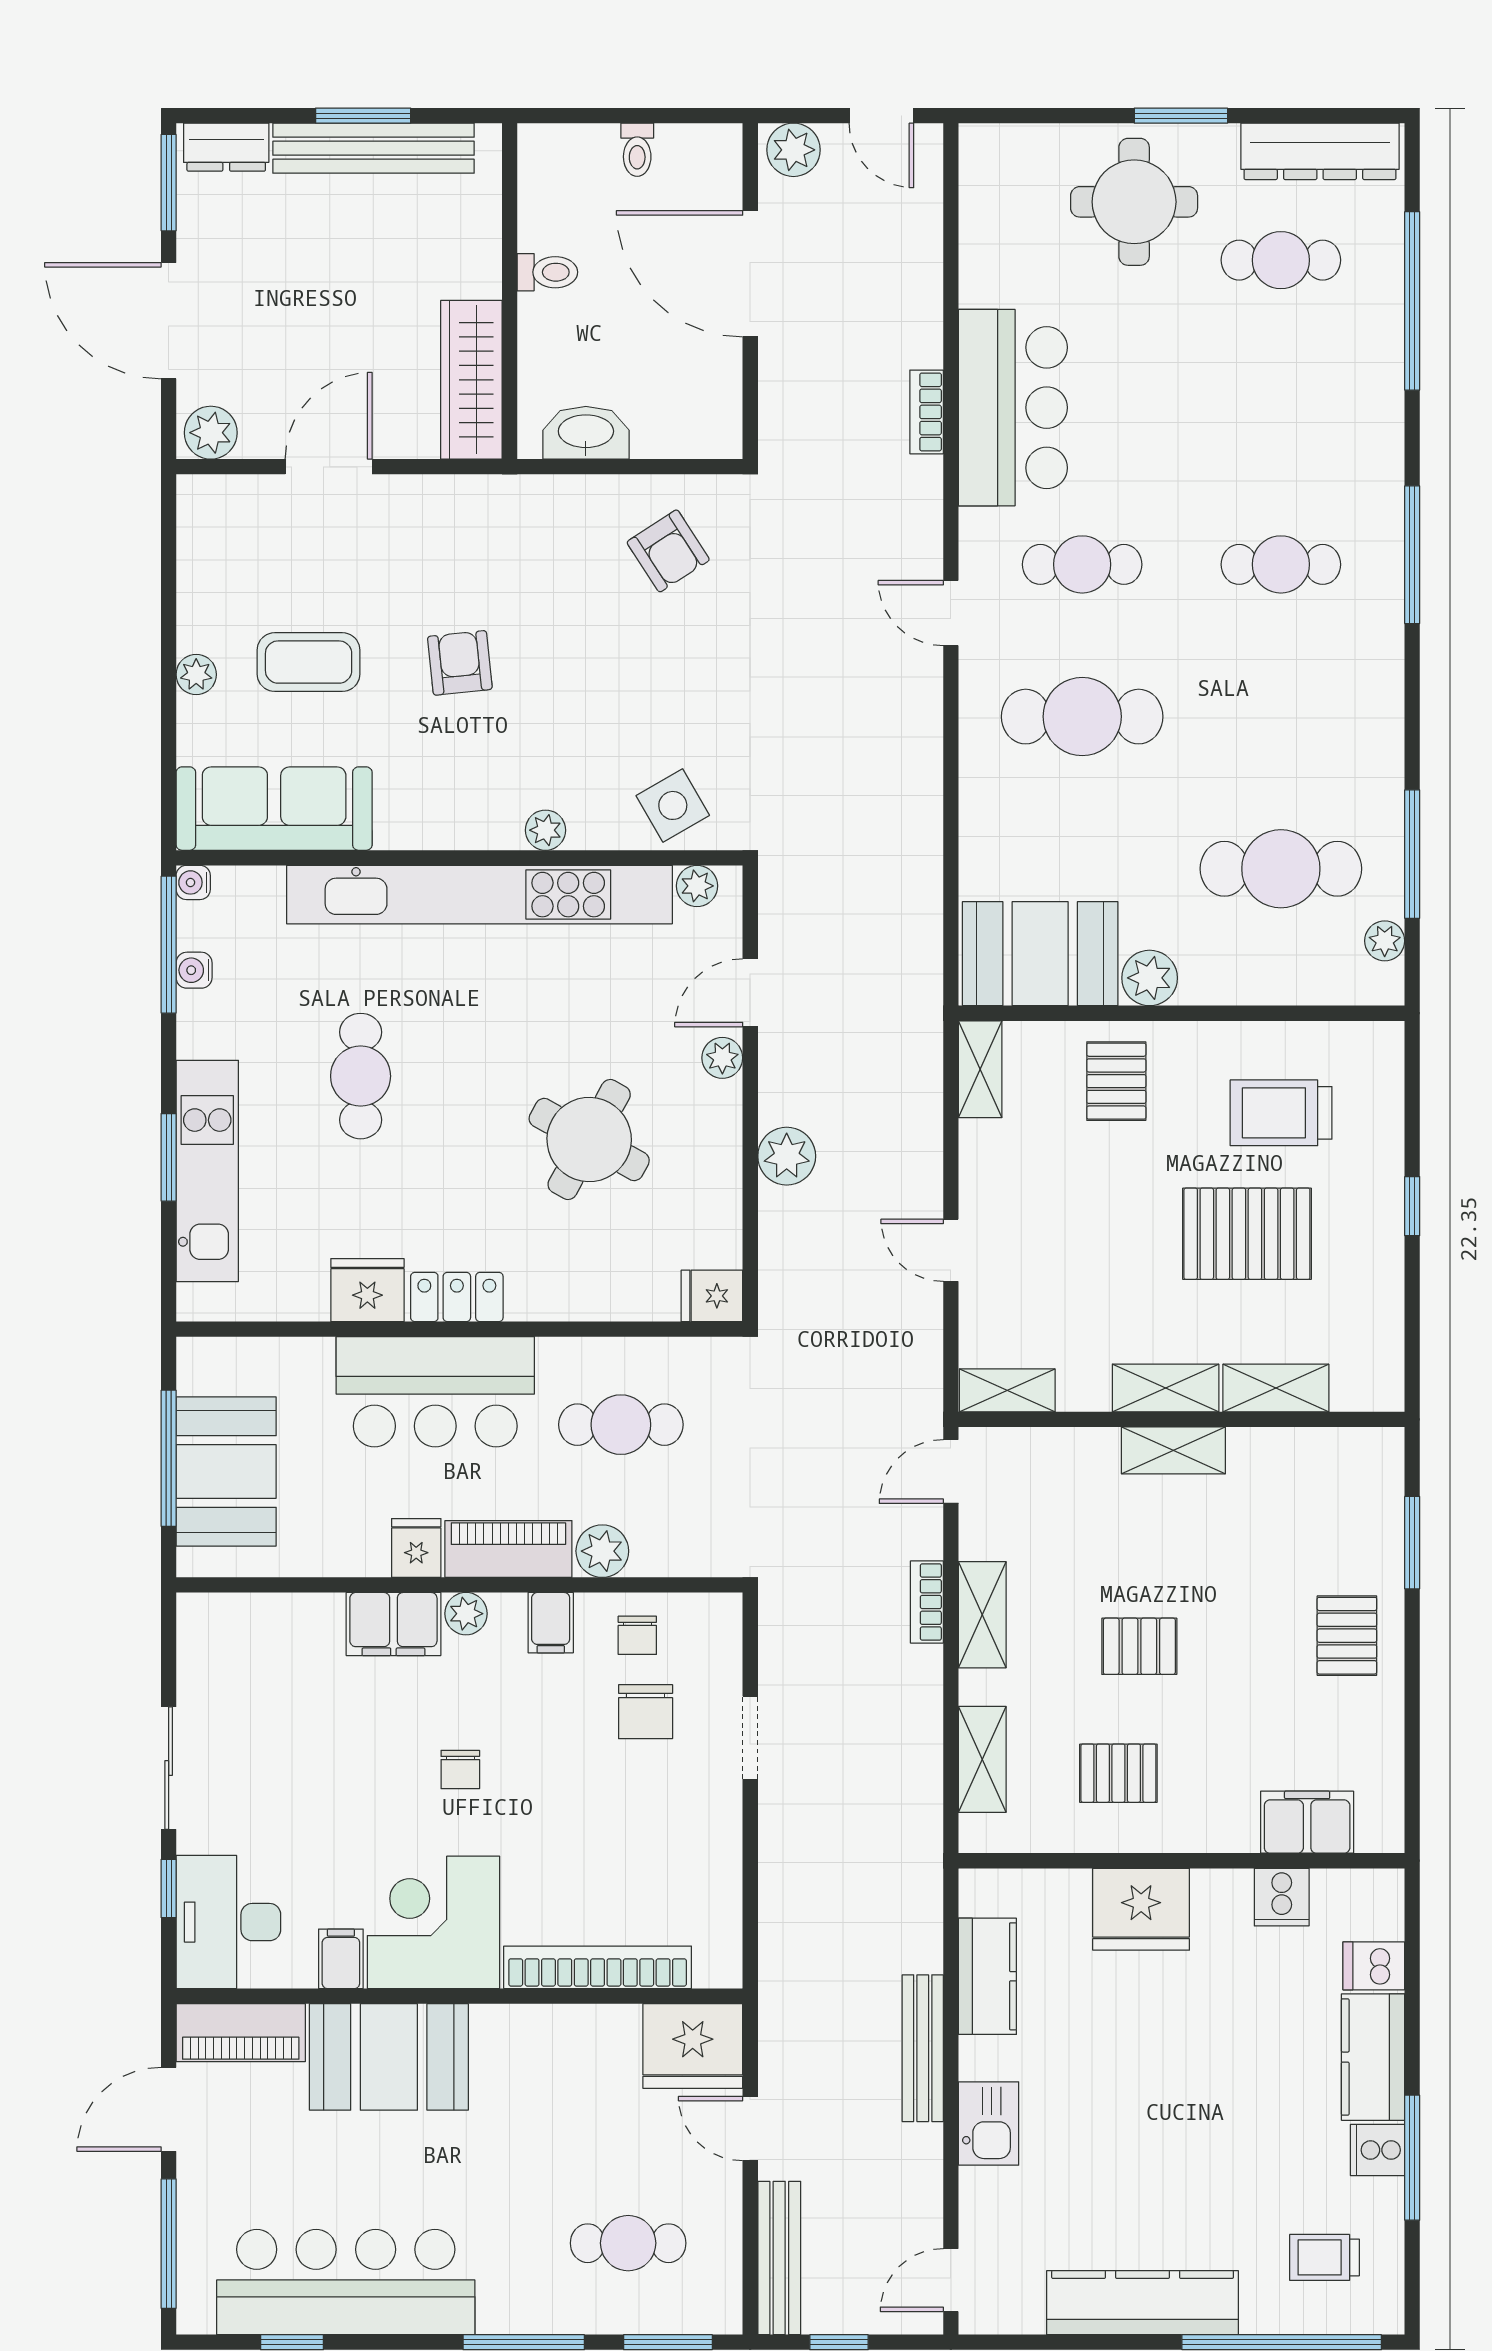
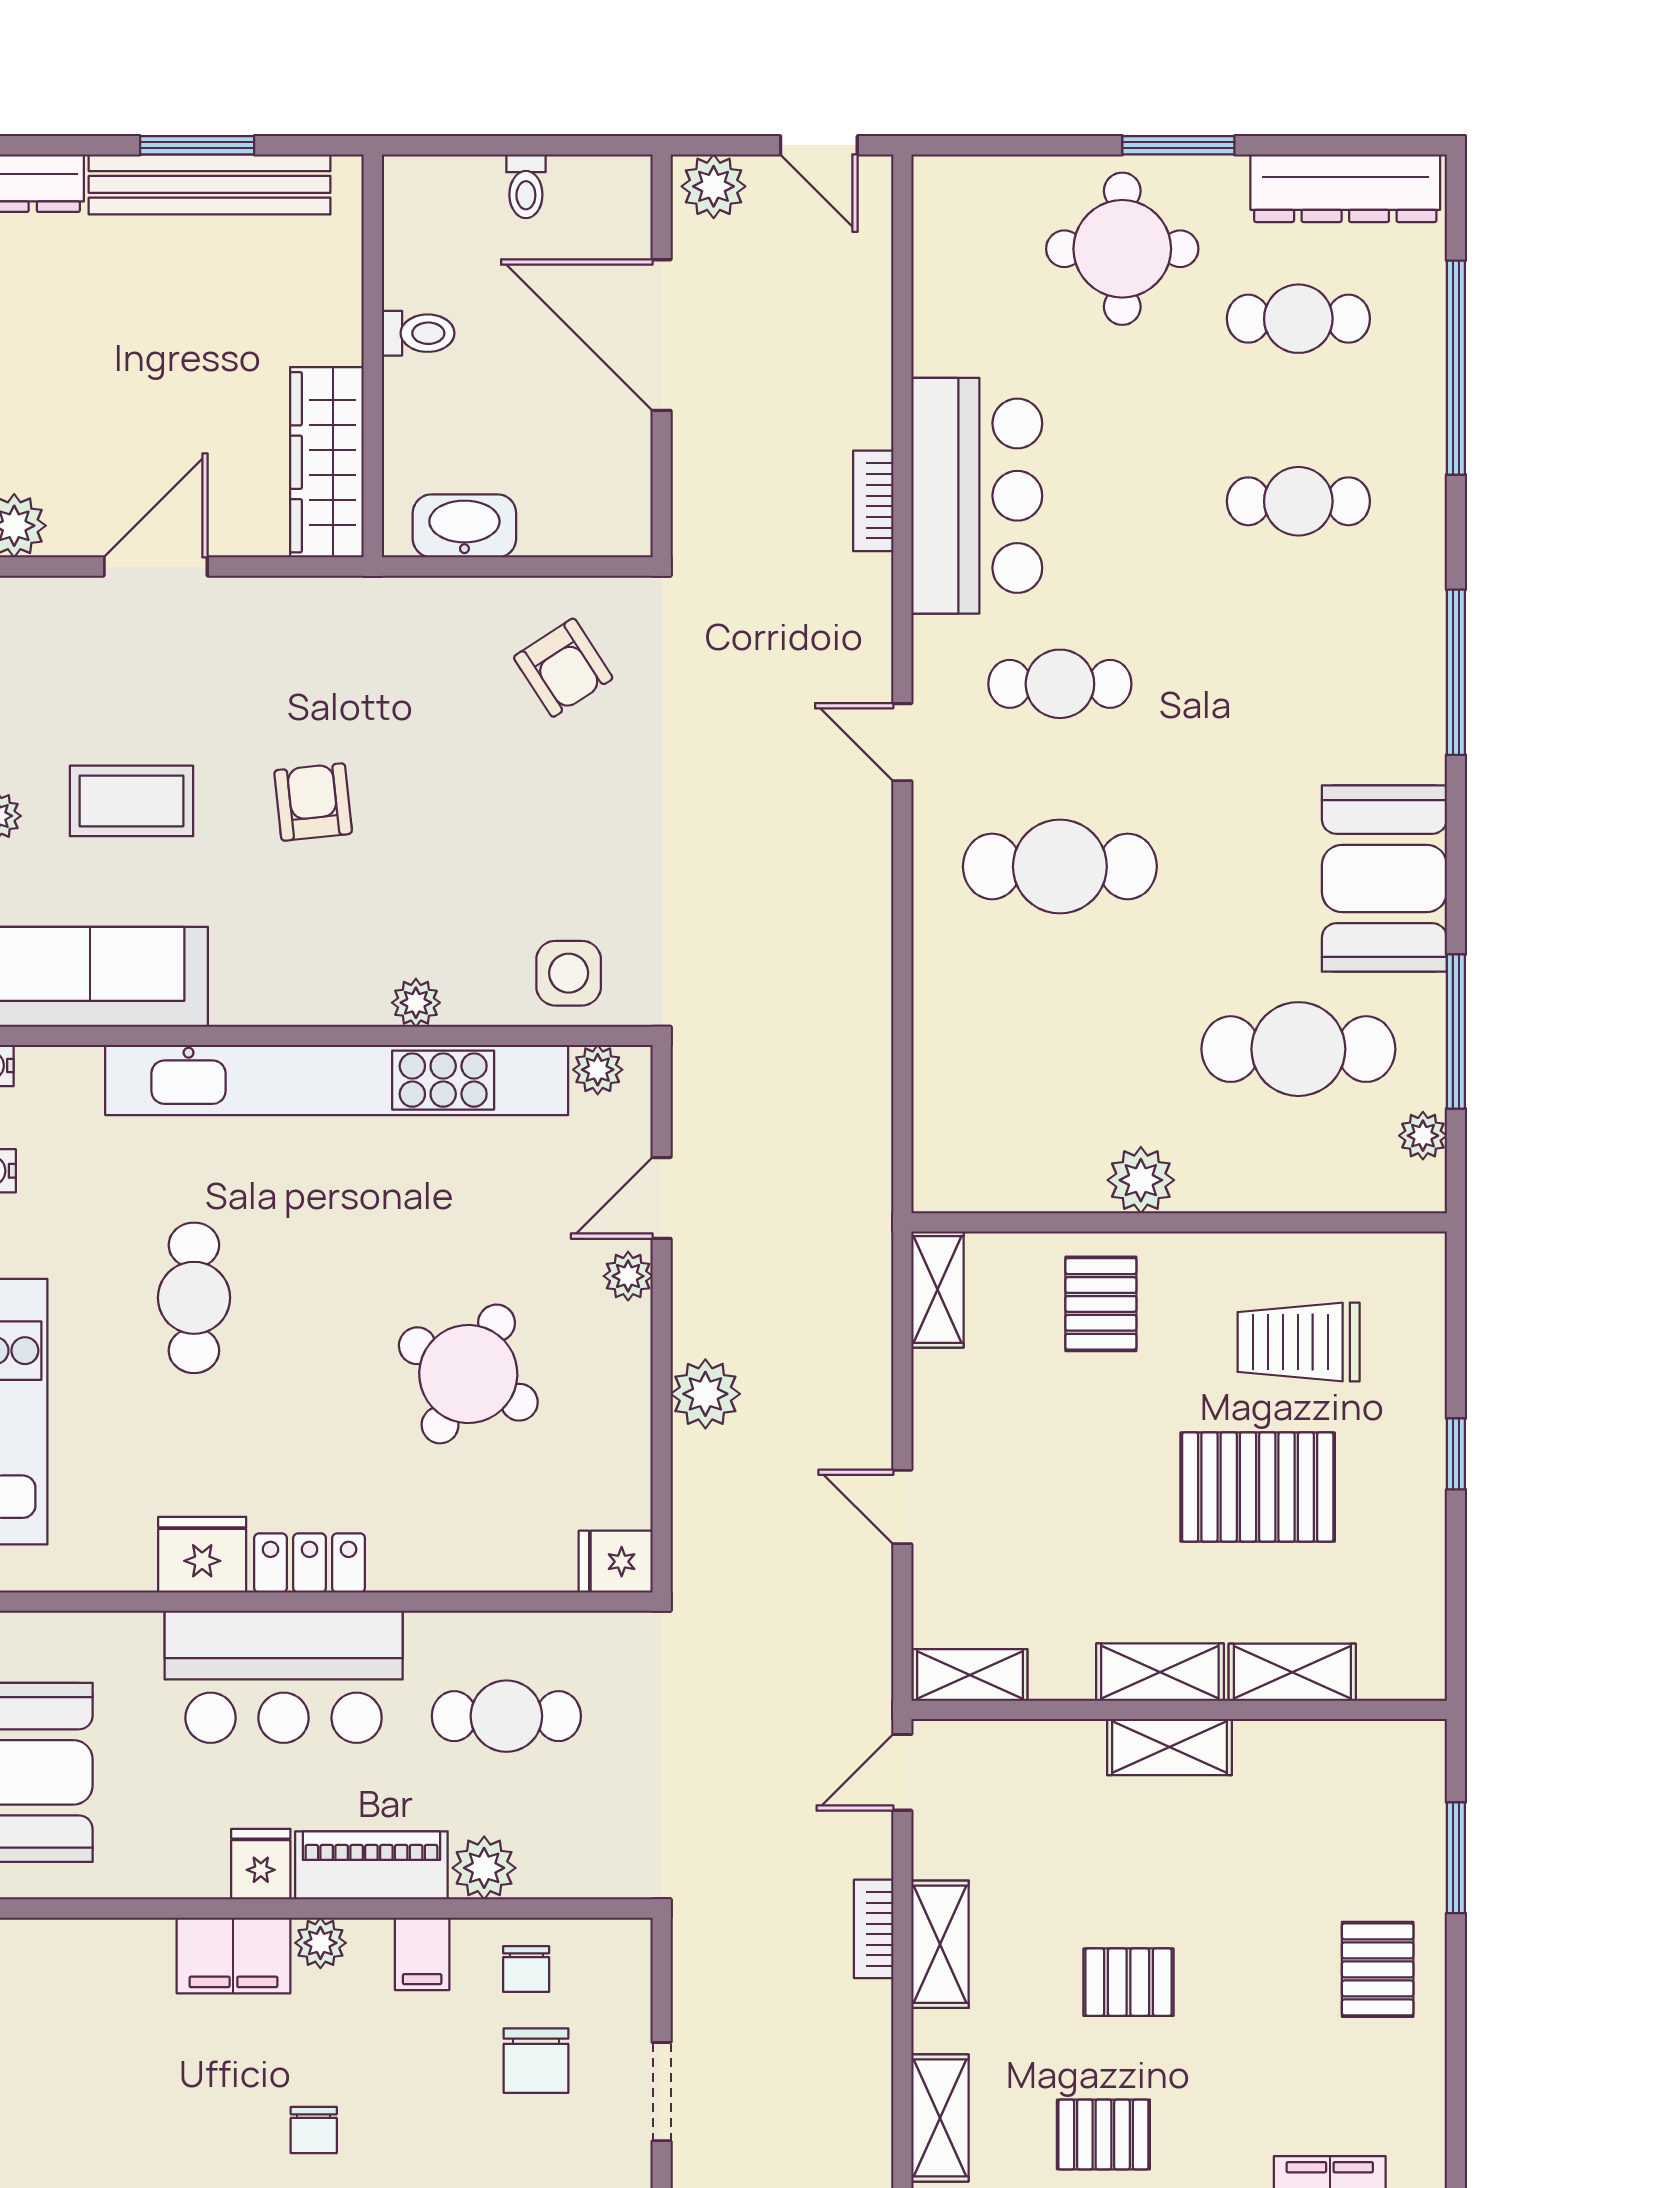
cafe table: (1281, 564) -> (1298, 501), moved
side table: (673, 805) -> (569, 973), turned 30
booth: (1040, 954) -> (1384, 879), moved, turned 90

